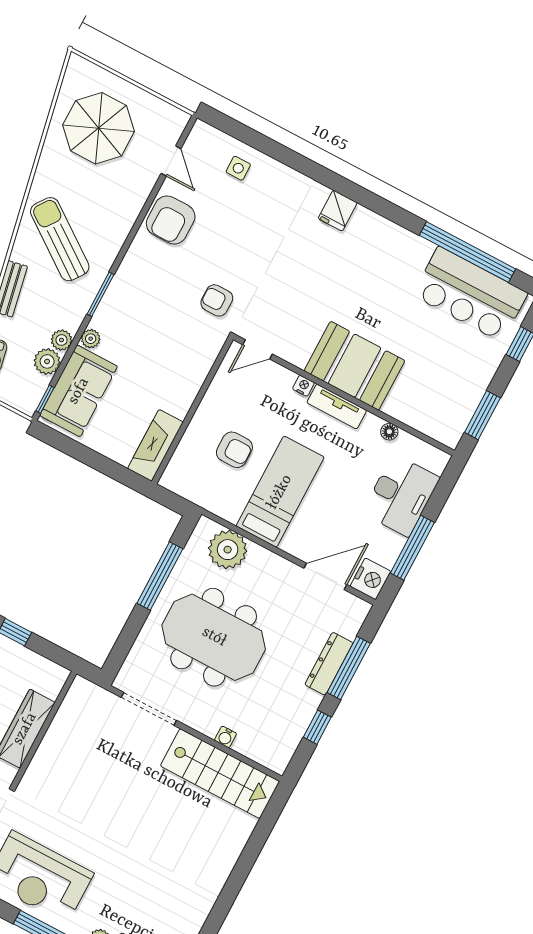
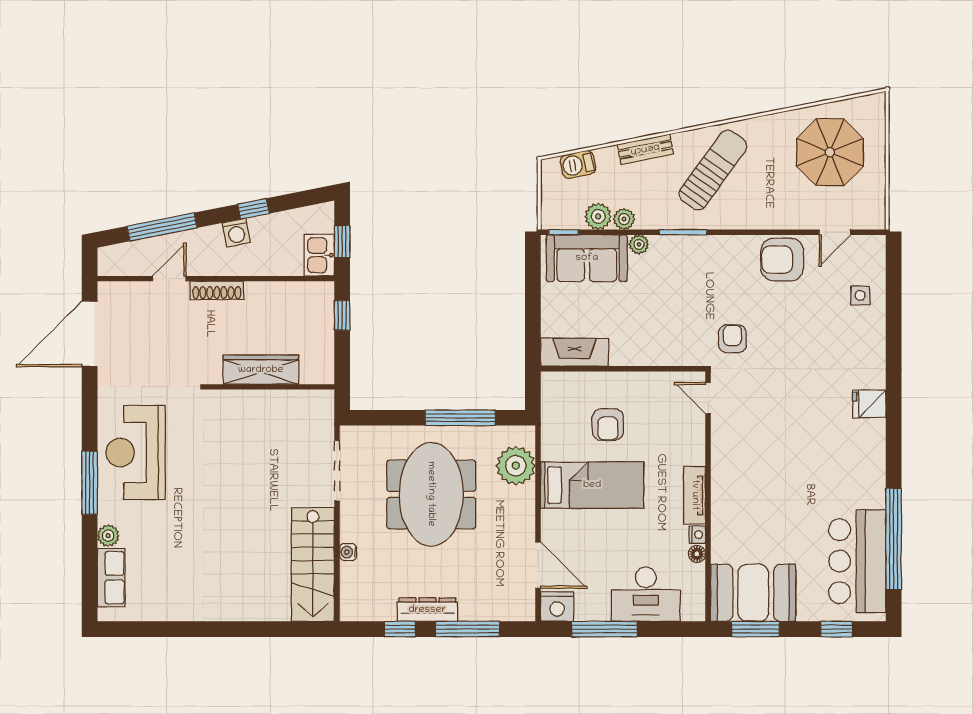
booth: (355, 366) -> (753, 593), moved, turned 90
nightstand: (303, 386) -> (697, 535), moved
dresser: (329, 664) -> (427, 610), moved

